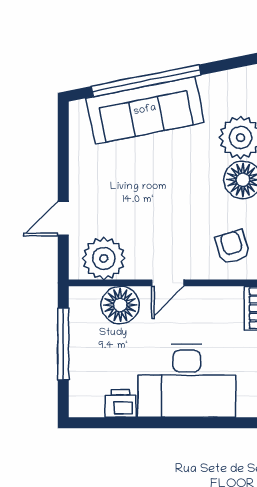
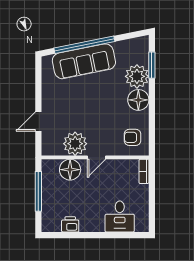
armchair: (232, 247) -> (133, 137), turned -73
plant: (104, 258) -> (75, 144), moved
desk: (187, 381) -> (120, 217), width x0.53, depth x0.77

